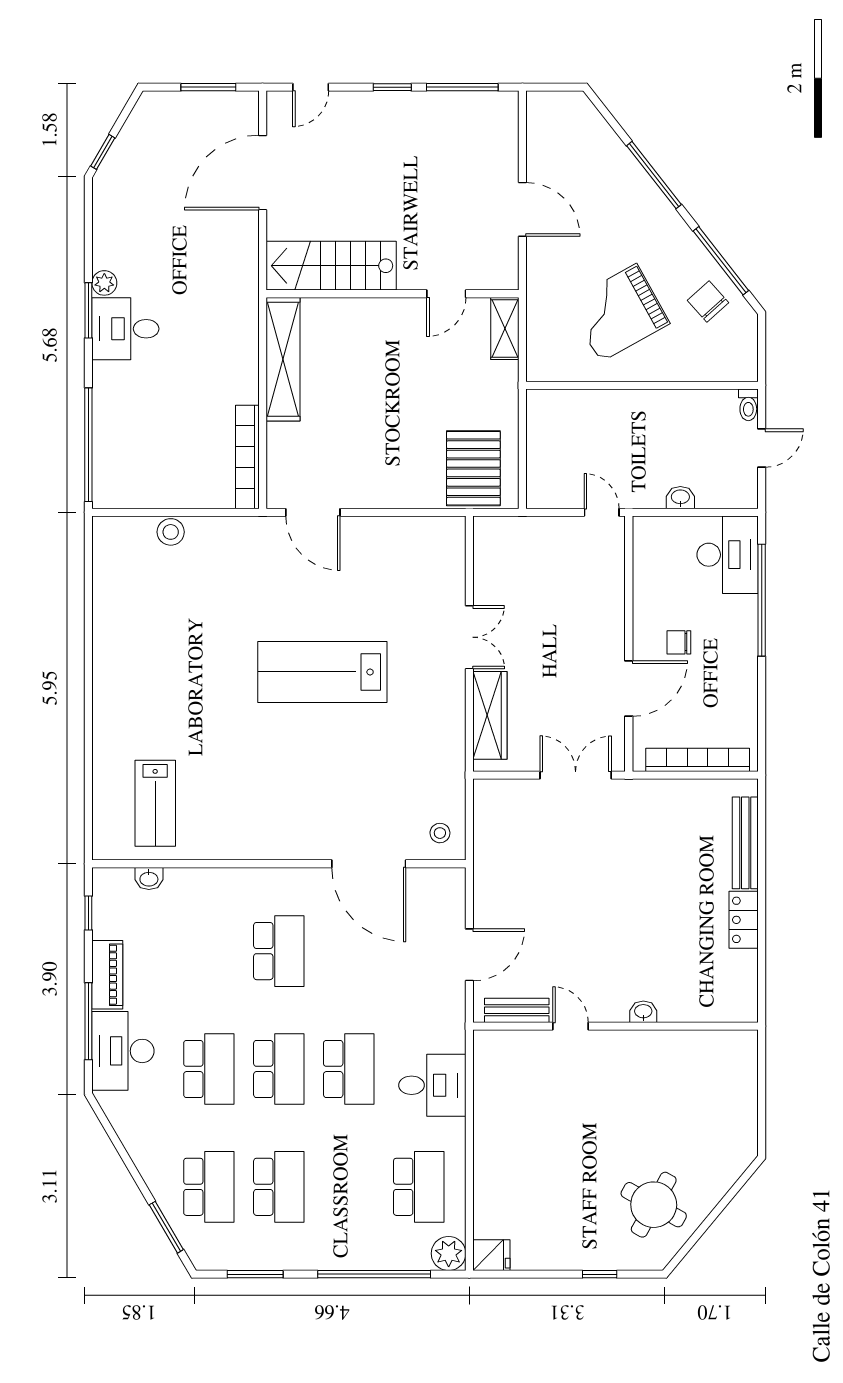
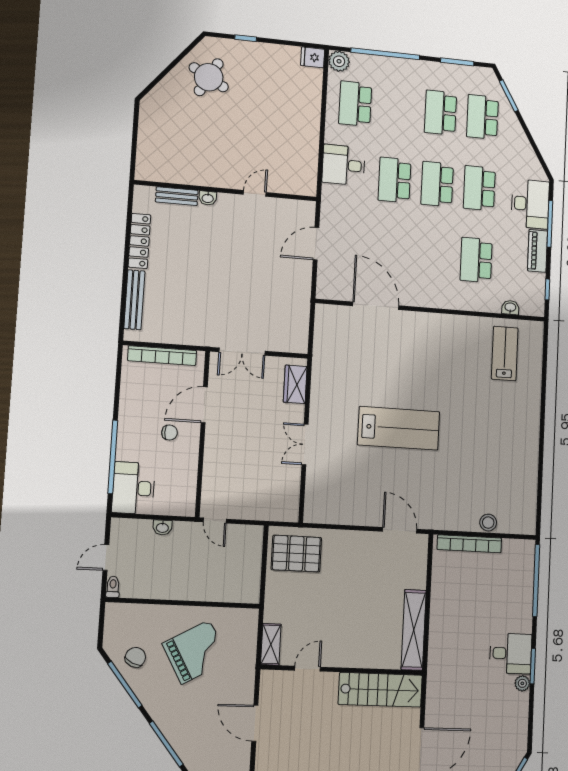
chair: (708, 301) -> (135, 657), turned -114
bookcase: (247, 457) -> (469, 544), moved, turned 90
pallet: (473, 468) -> (296, 554), turned 90
wardrobe: (490, 715) -> (295, 384), width x0.67
stool: (440, 833) -> (330, 321), removed
locker: (744, 920) -> (139, 241), width x1.53
school desk: (279, 951) -> (476, 260), moved
bench: (517, 1010) -> (177, 196), moved
door: (571, 1026) -> (255, 193), swing flipped

